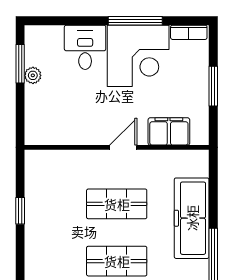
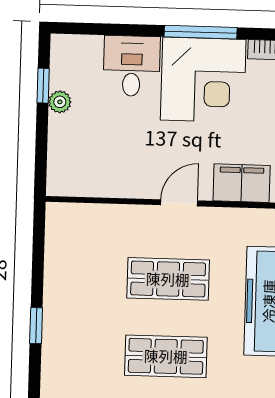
window: (20, 64) -> (43, 86), width x0.67
window: (20, 211) -> (36, 326), moved

